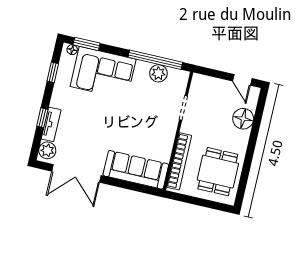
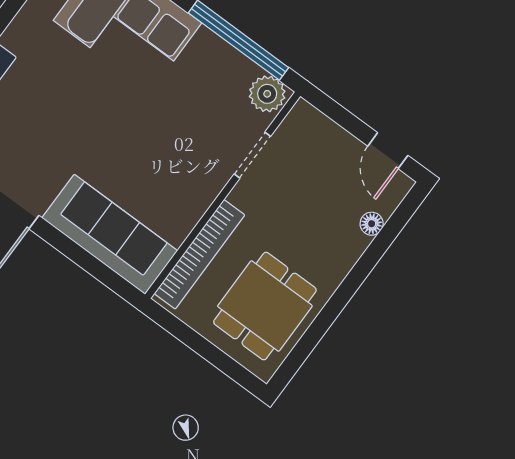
plant: (158, 73) -> (267, 94), moved
floor lamp: (243, 119) -> (372, 224), width x0.53, depth x0.53

